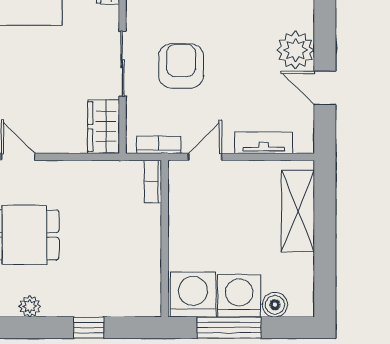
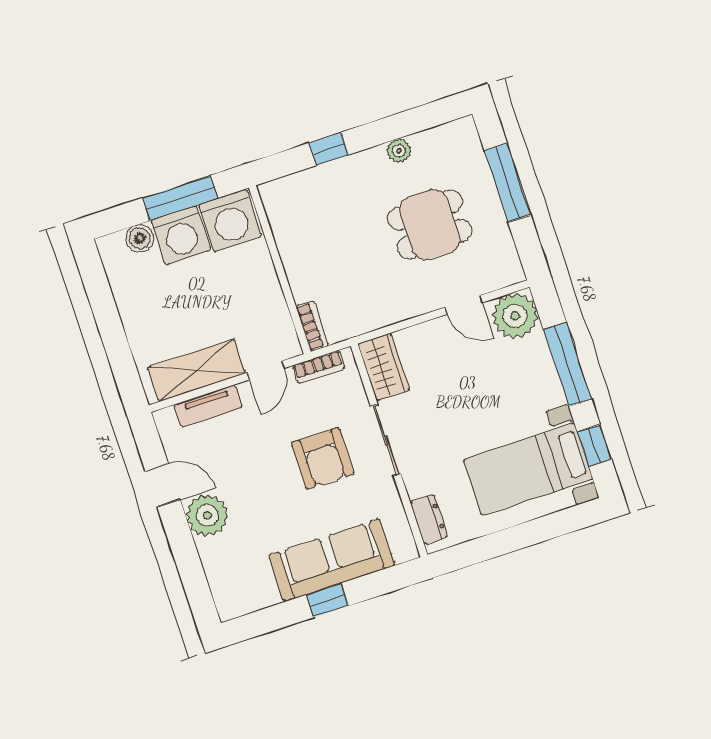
shelving: (298, 211) -> (196, 370), moved, turned 90

